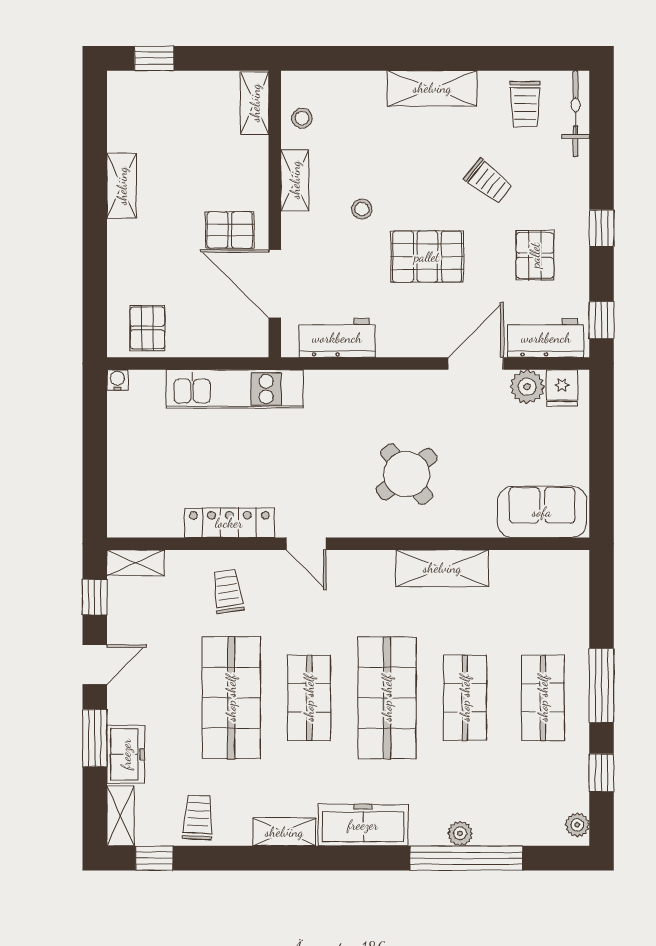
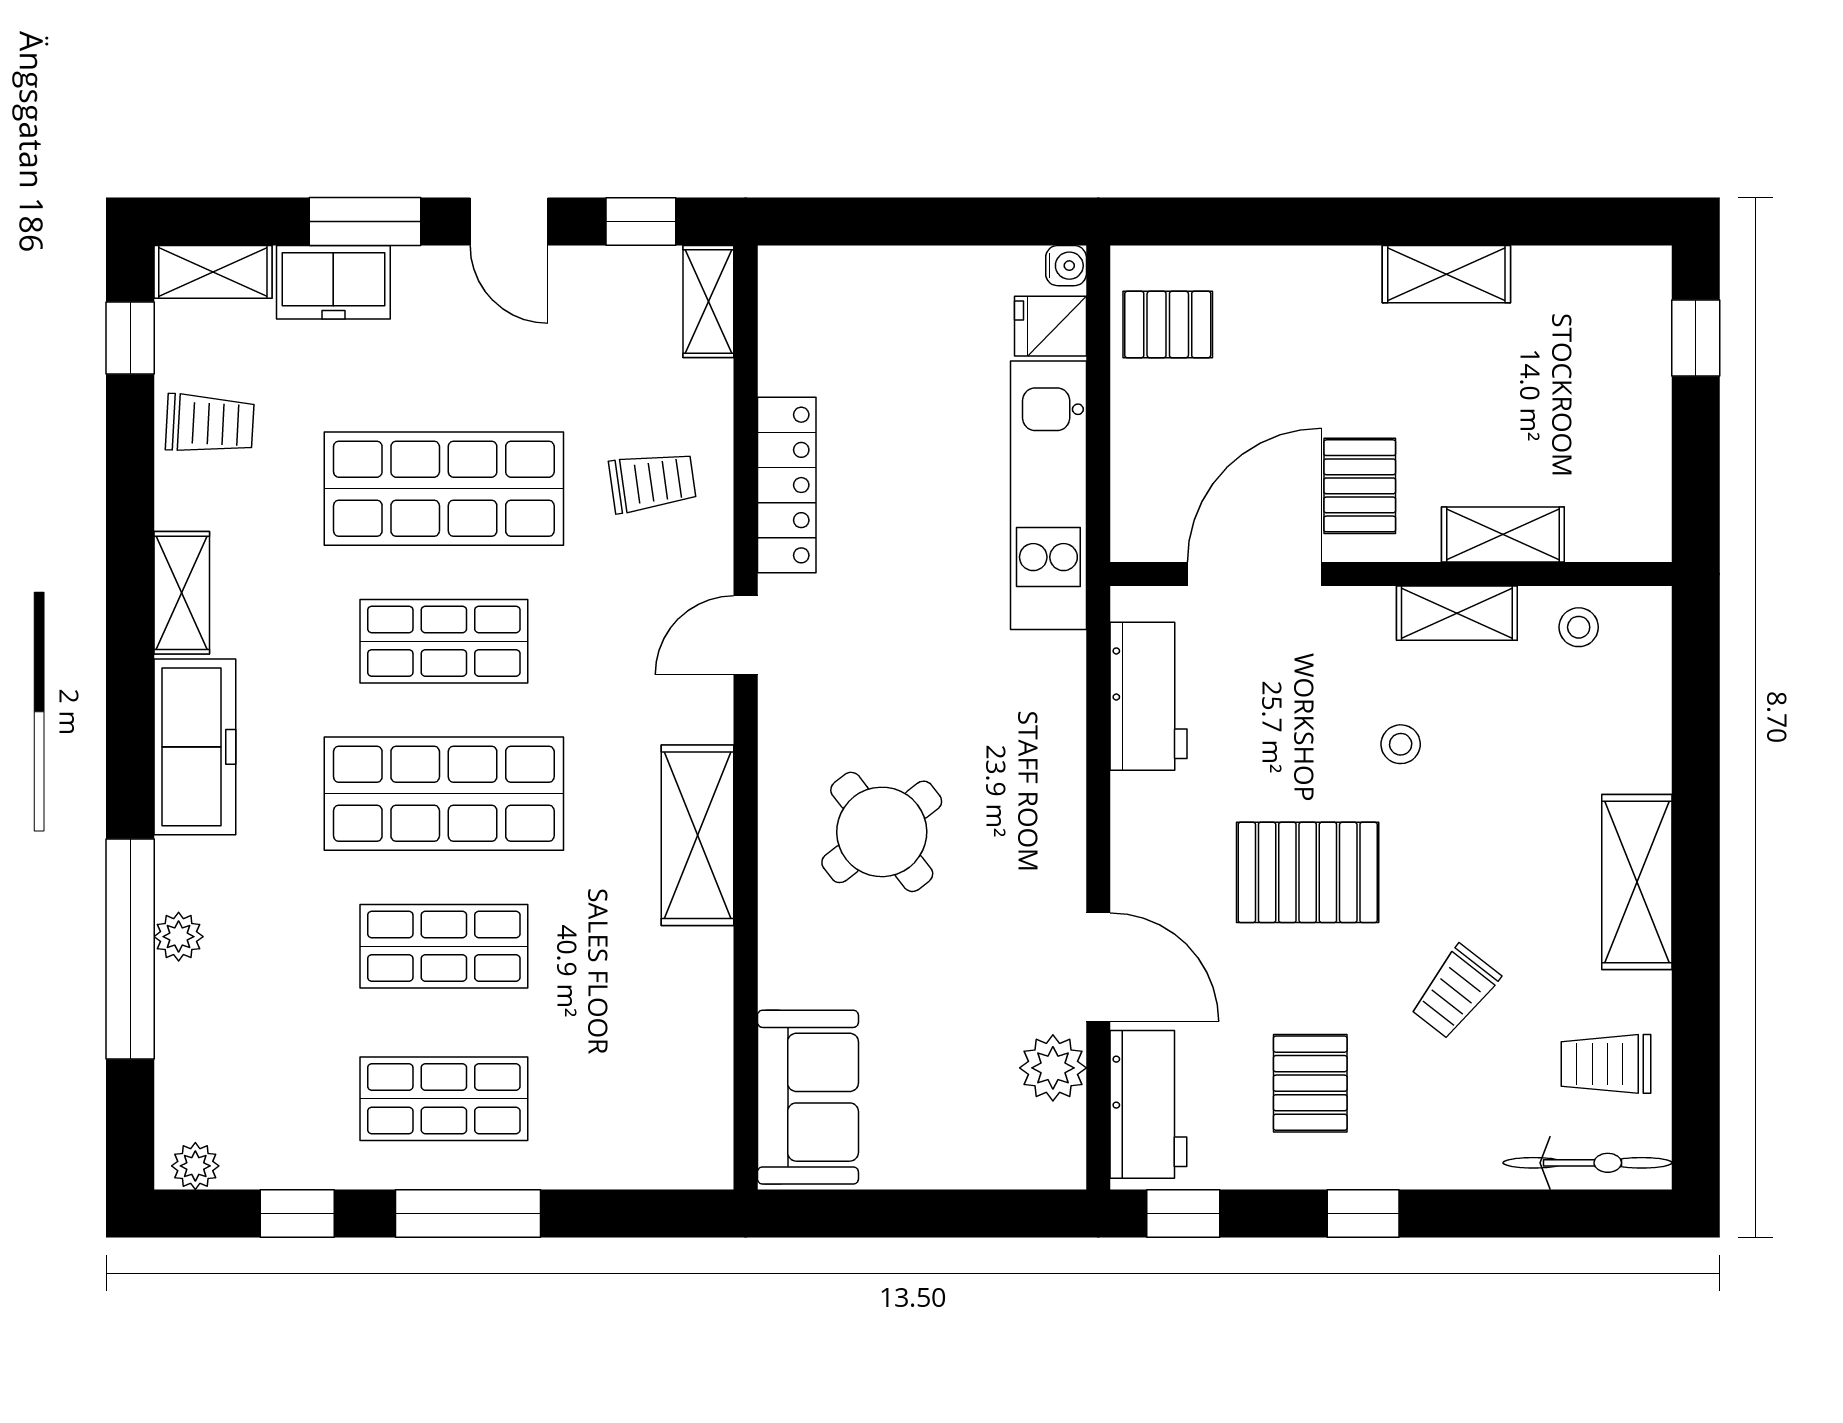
shelving: (255, 103) -> (1503, 535), moved
pallet: (535, 255) -> (1310, 1083), turned 90
pallet: (427, 257) -> (1308, 872), turned 90
fridge: (562, 388) -> (1051, 326), moved
shelving: (442, 568) -> (698, 835), moved

